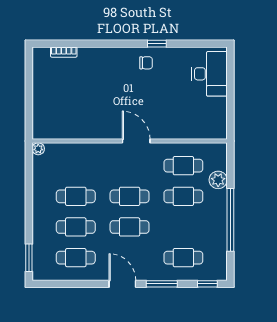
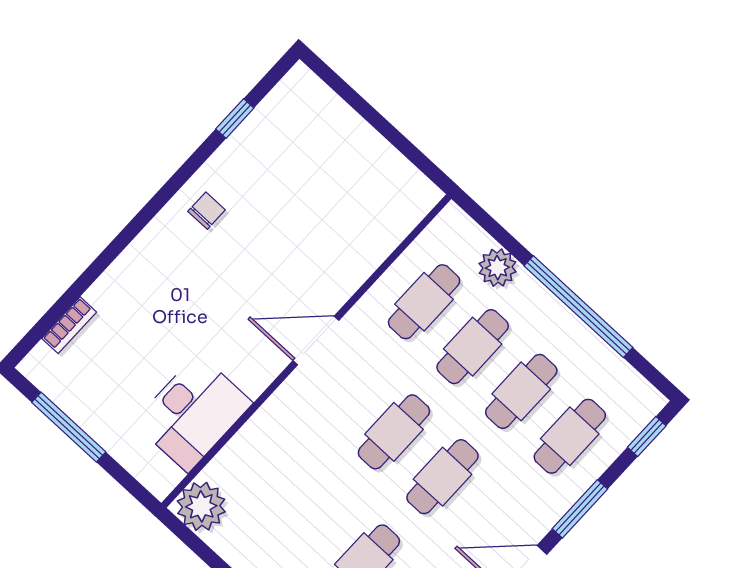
window: (157, 44) -> (235, 119), moved
desk: (209, 74) -> (193, 413), moved, turned 90
window: (29, 84) -> (69, 427), added
plant: (38, 149) -> (201, 506), width x1.88, depth x1.88
cafe table: (76, 196) -> (521, 391), moved

